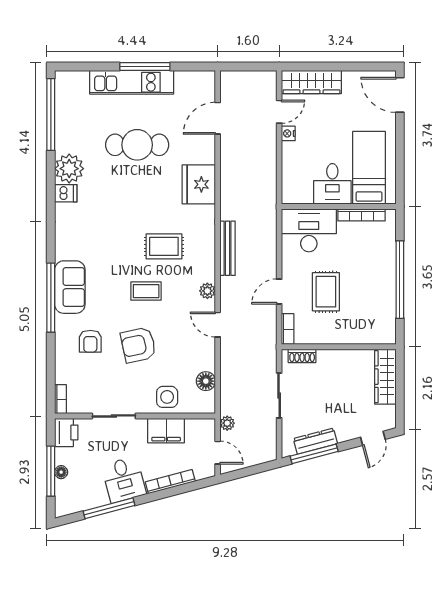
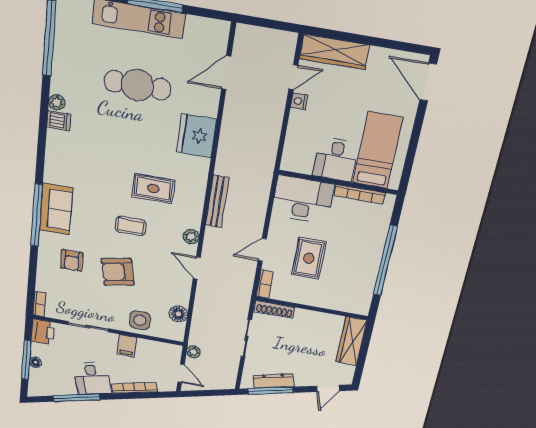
plant: (69, 169) -> (57, 102), width x0.53, depth x0.53
shoe rack: (302, 356) -> (274, 309), width x1.43
filing cabinet: (166, 431) -> (127, 346), width x0.50

